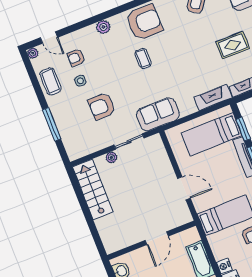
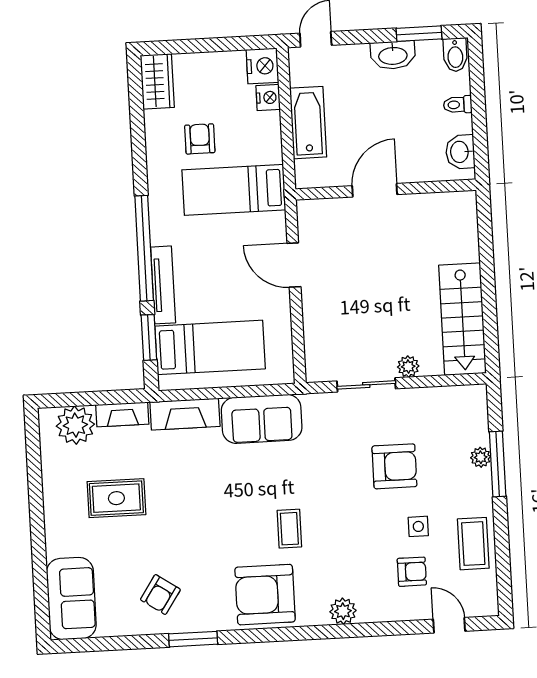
plant: (33, 53) -> (481, 457), moved
sofa: (158, 114) -> (262, 419), moved

